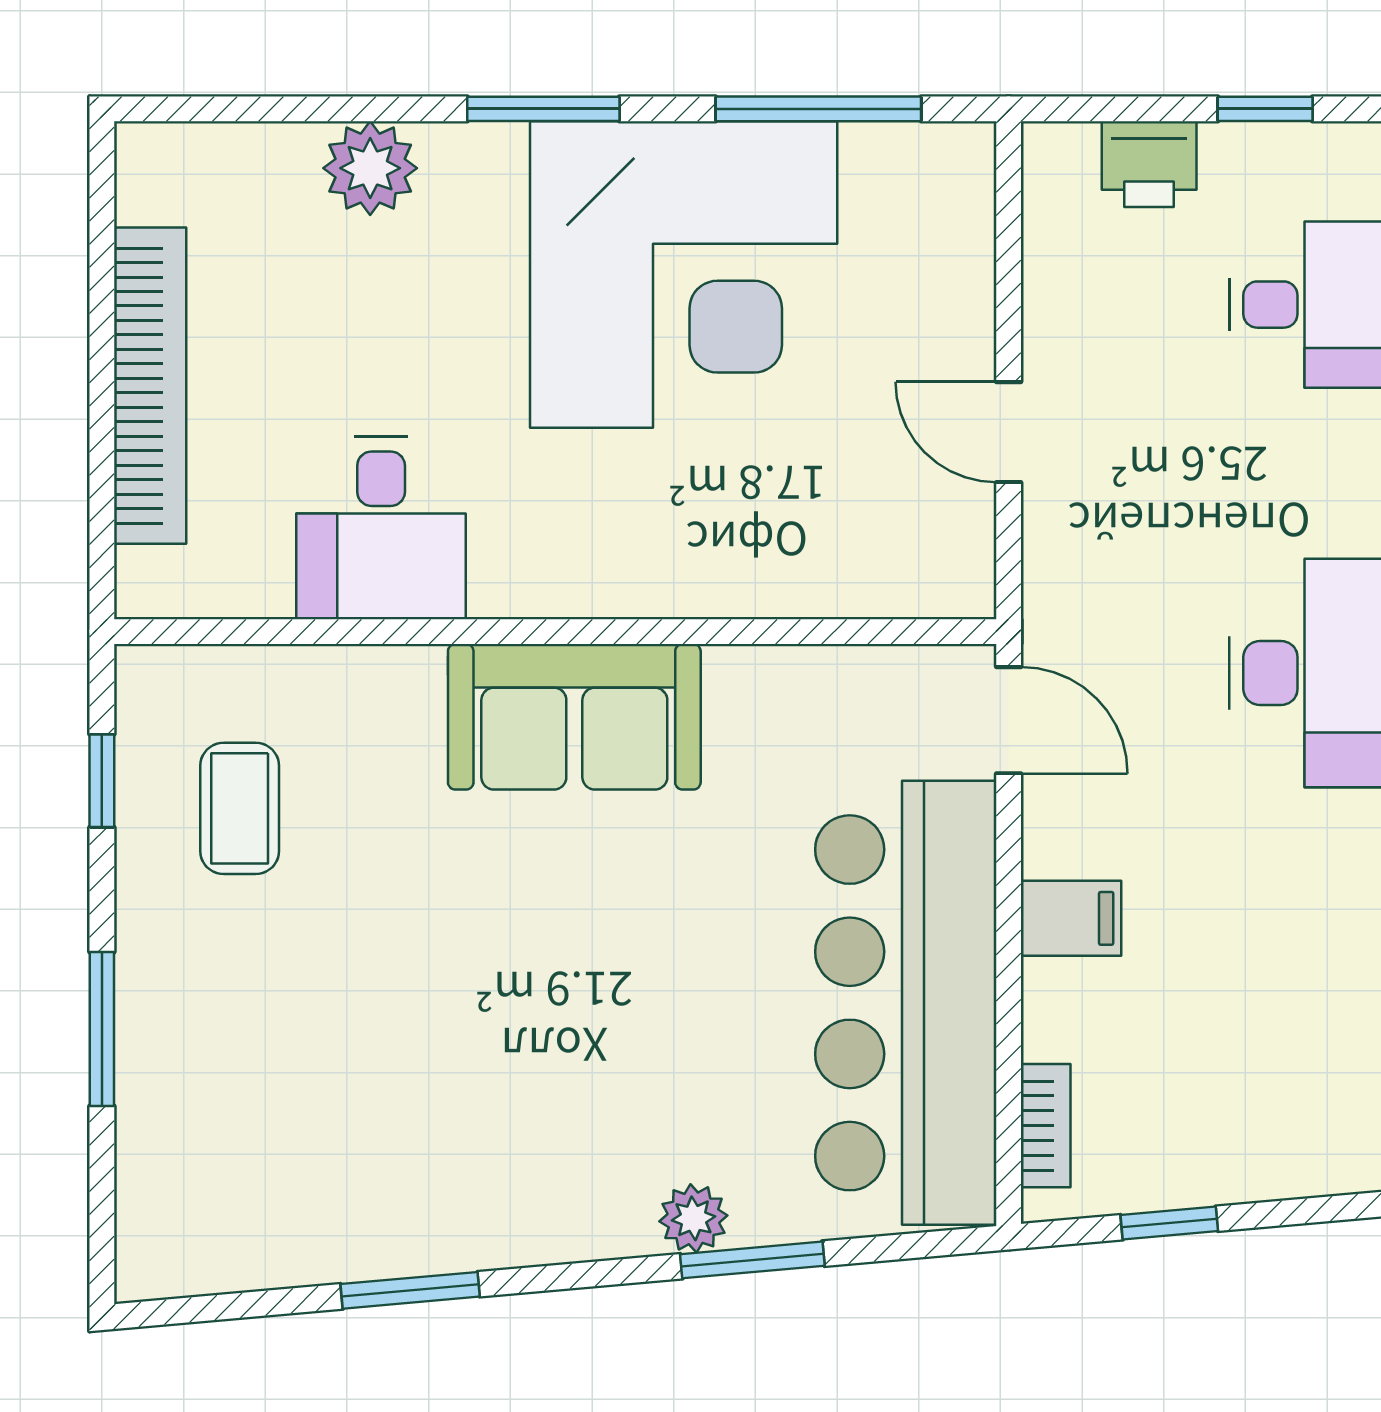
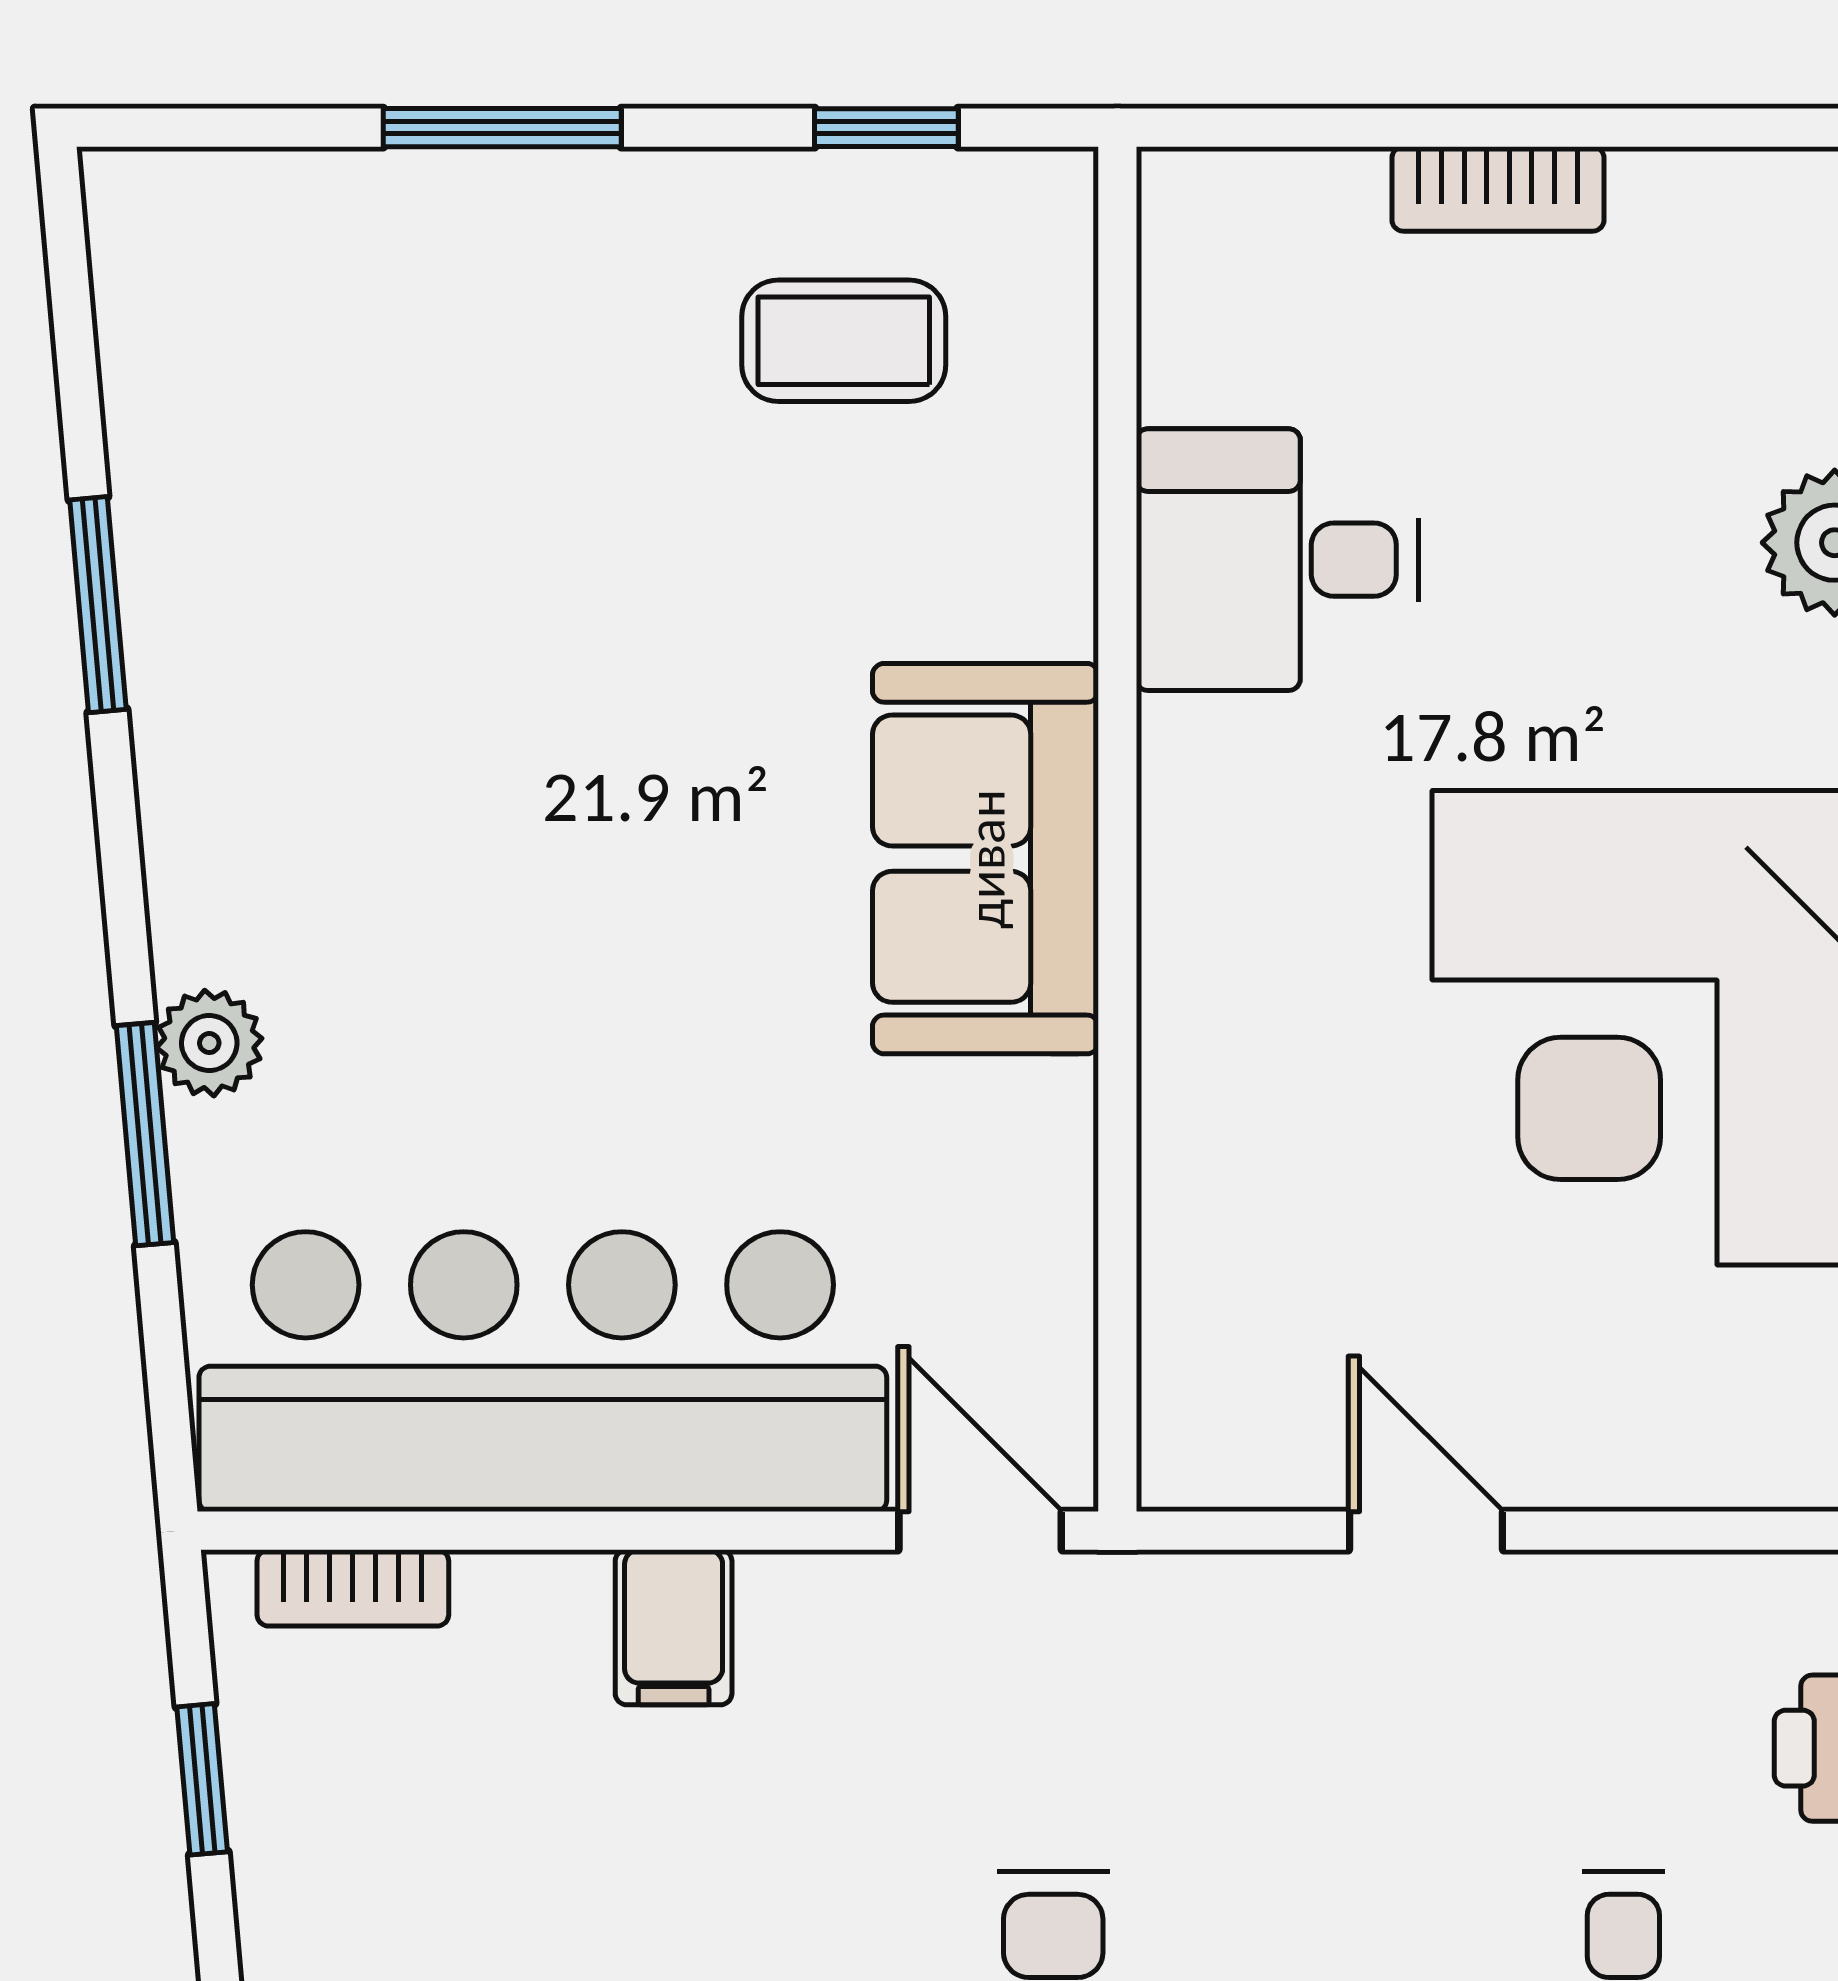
bookcase: (150, 386) -> (1498, 189), width x0.43, depth x0.76
door: (1009, 432) -> (1426, 1531), hinge flipped
door: (1009, 720) -> (980, 1531), swing flipped

